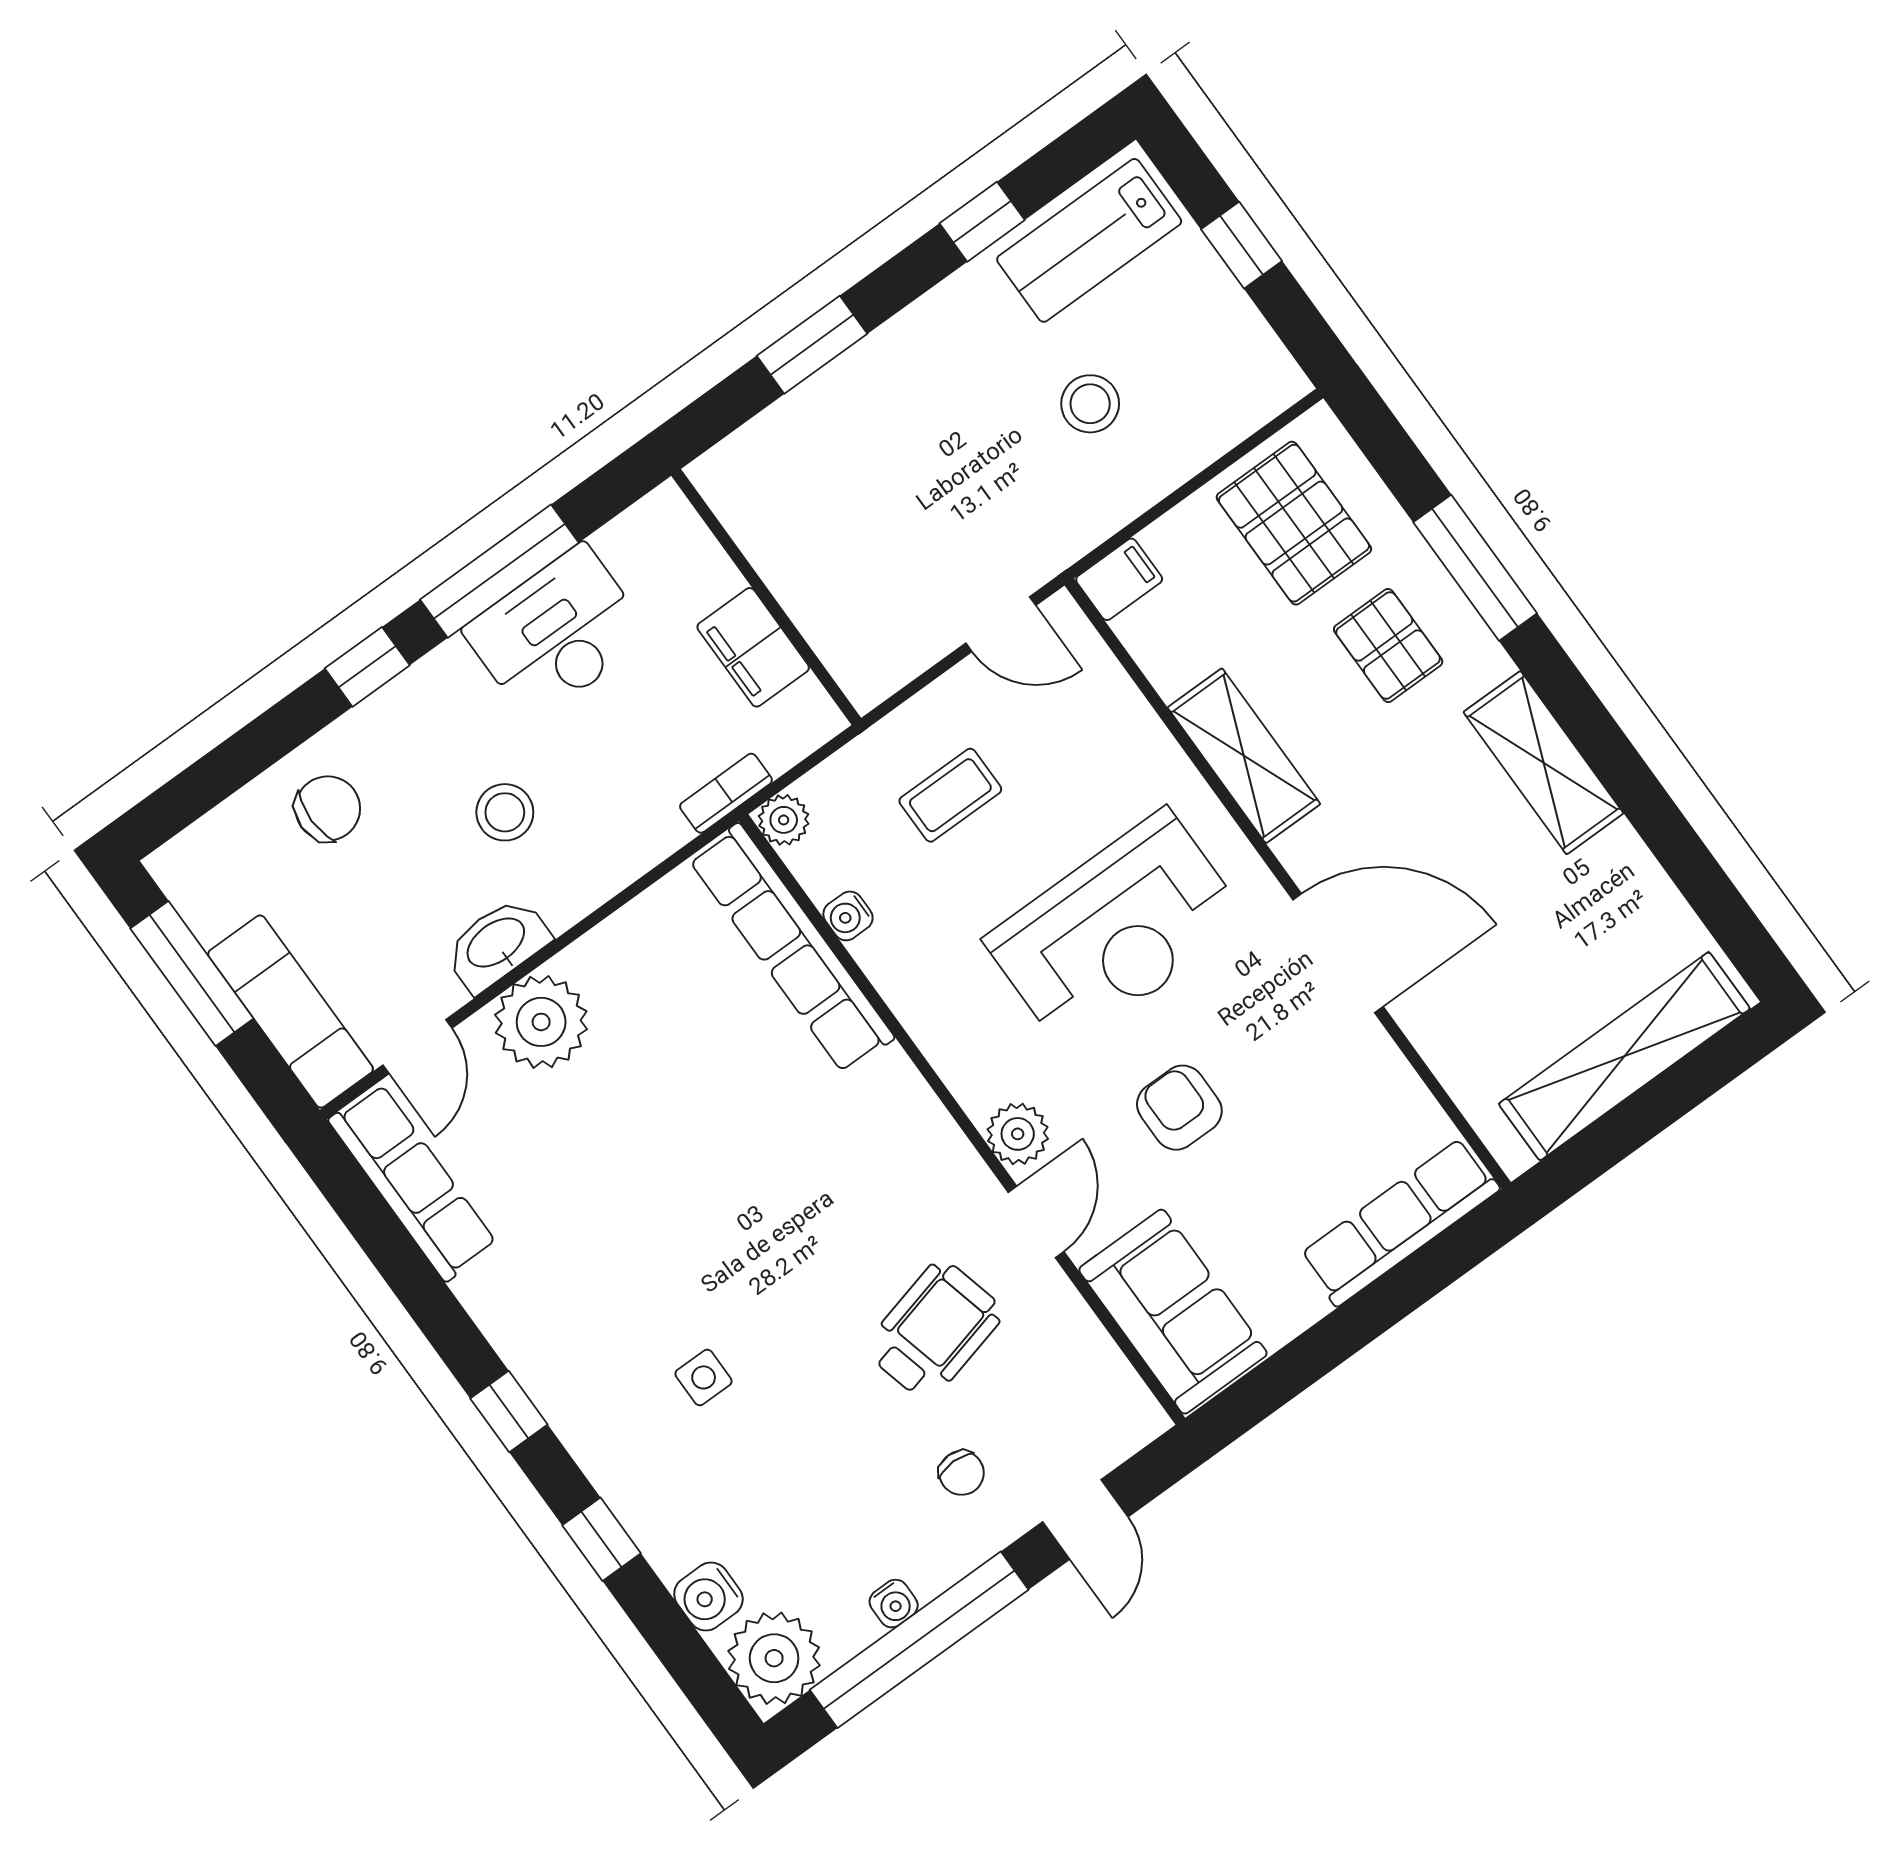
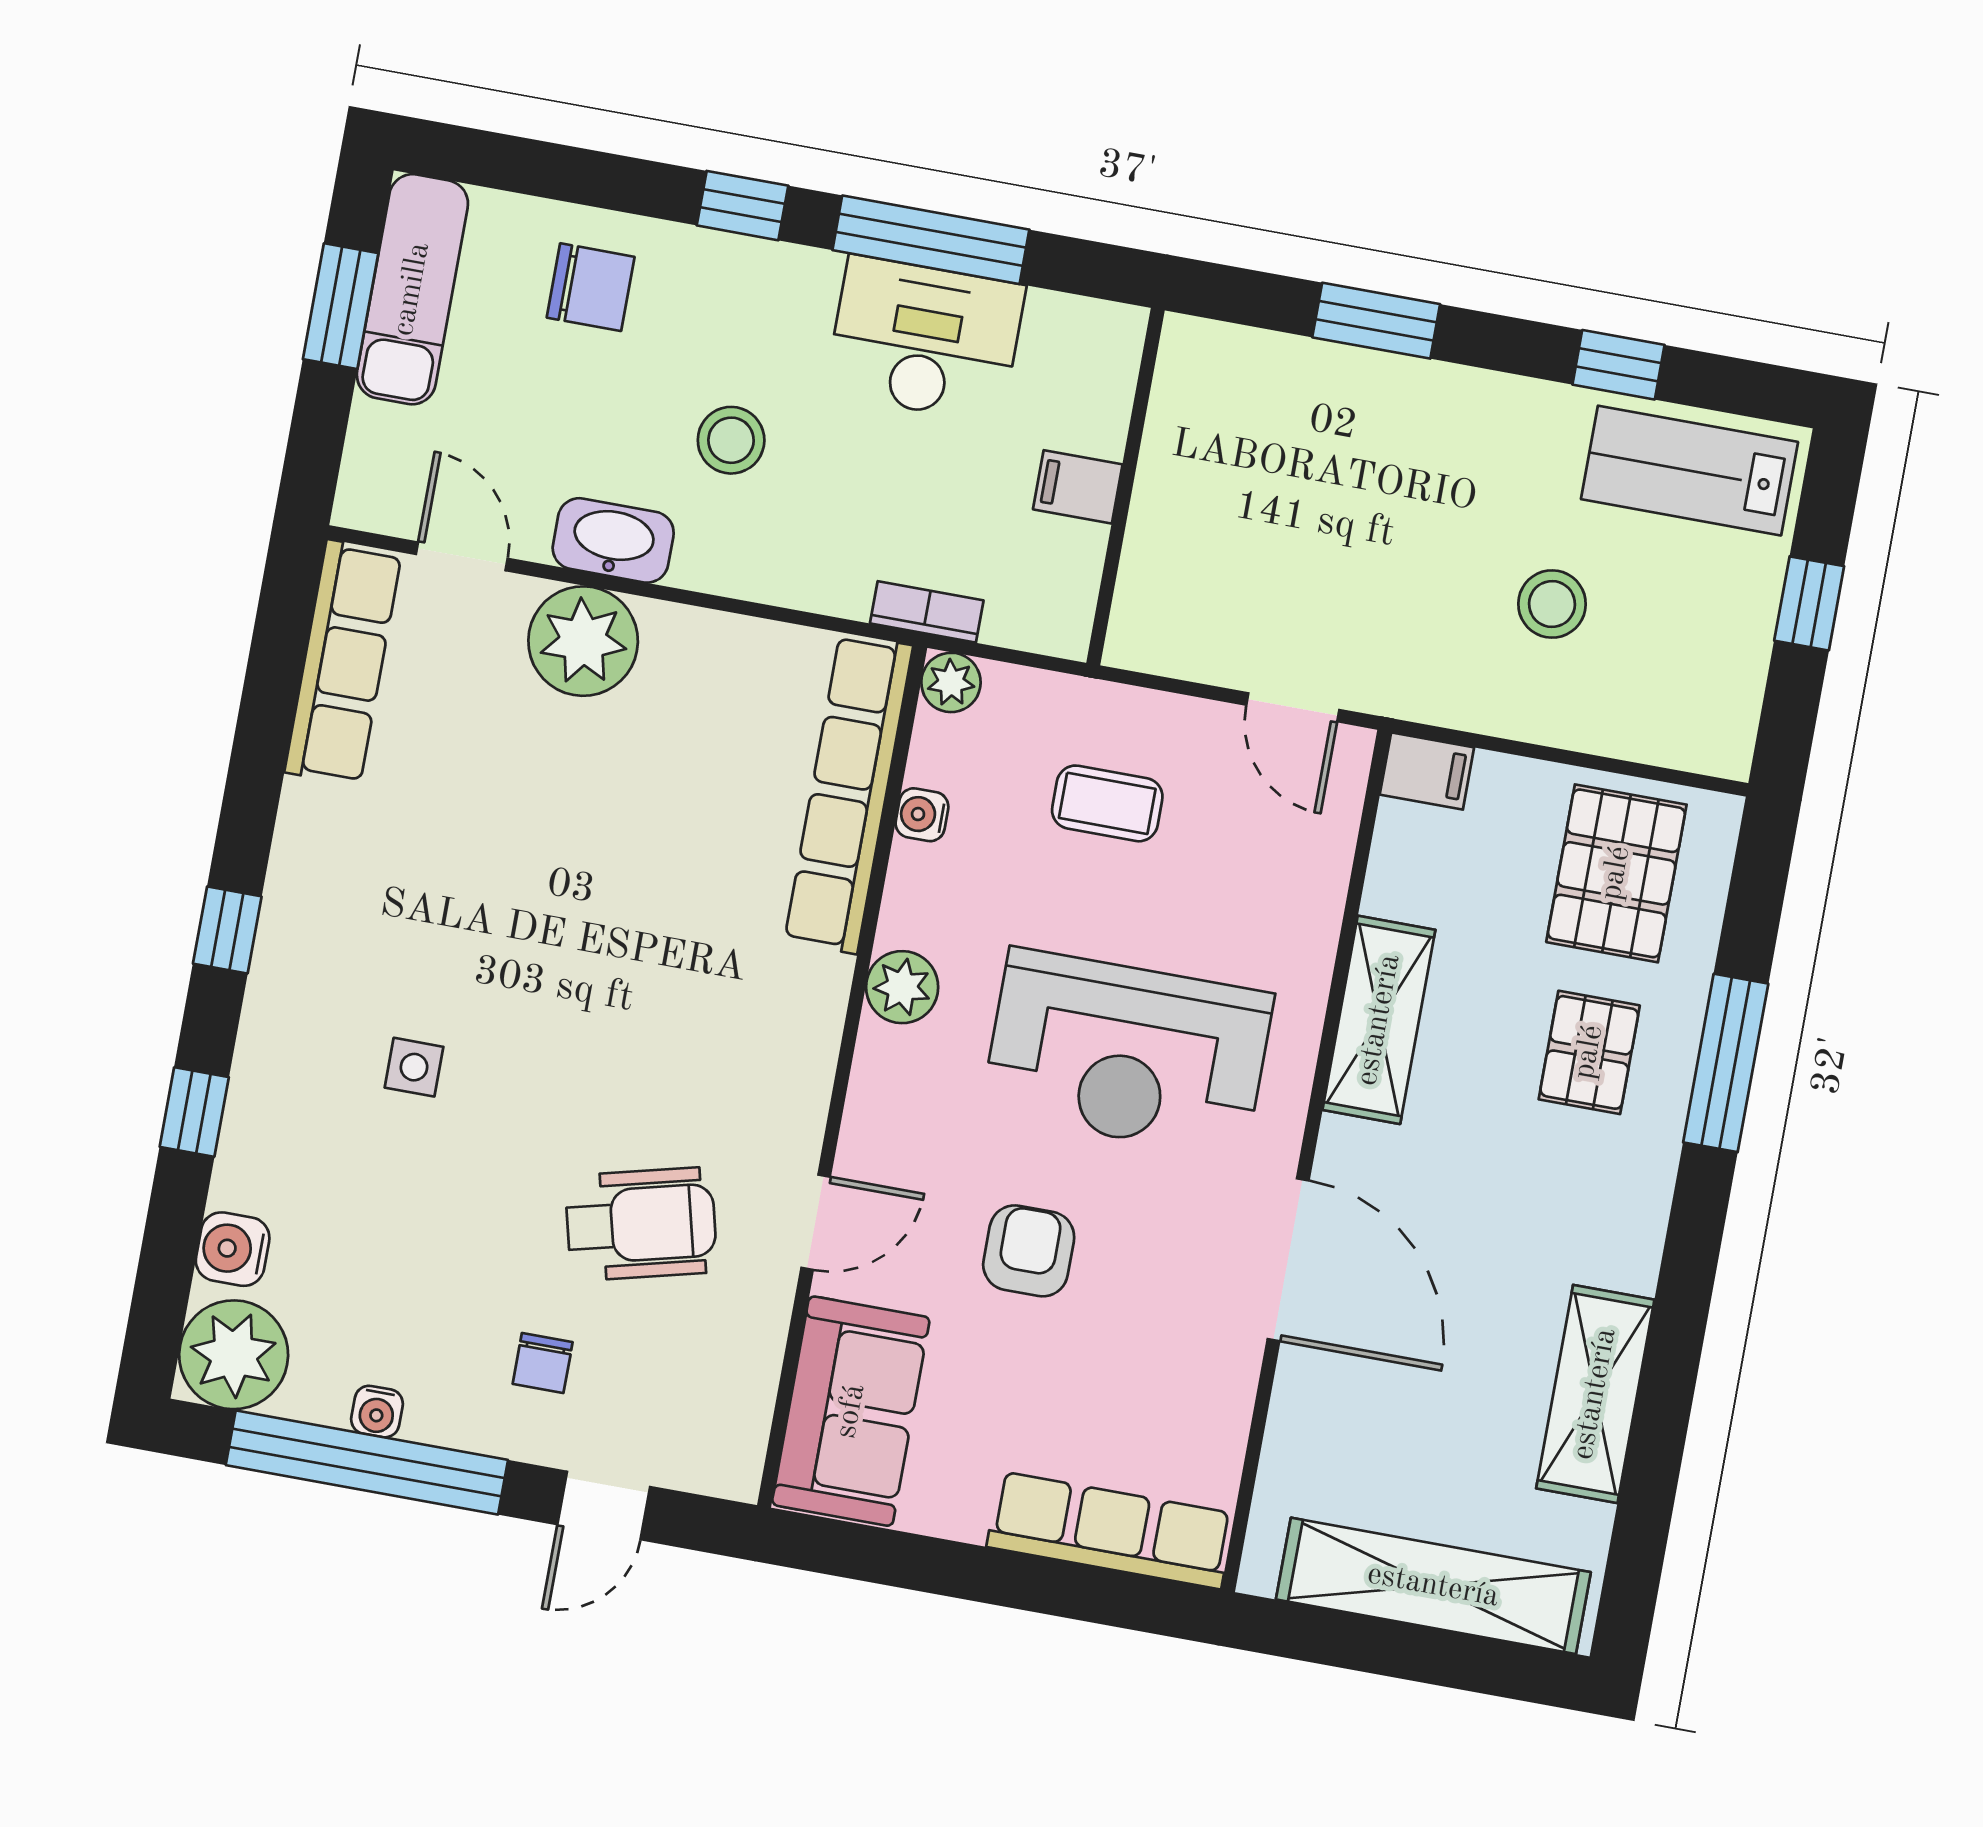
filing cabinet: (753, 647) -> (1078, 487), width x0.50
shelving: (1543, 763) -> (1595, 1394), moved
window: (192, 973) -> (341, 306), width x0.69
exam couch: (291, 1011) -> (412, 289), moved
door: (417, 1047) -> (462, 556), swing flipped
plant: (1018, 1134) -> (902, 987), moved

